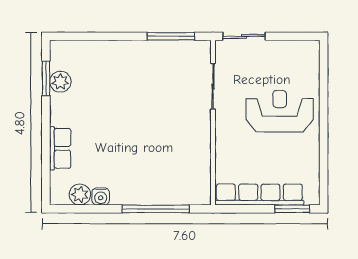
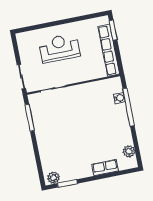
plant: (60, 82) -> (53, 178), moved
reception desk: (280, 111) -> (60, 48), turned 90
water cooler: (101, 196) -> (119, 98), moved

